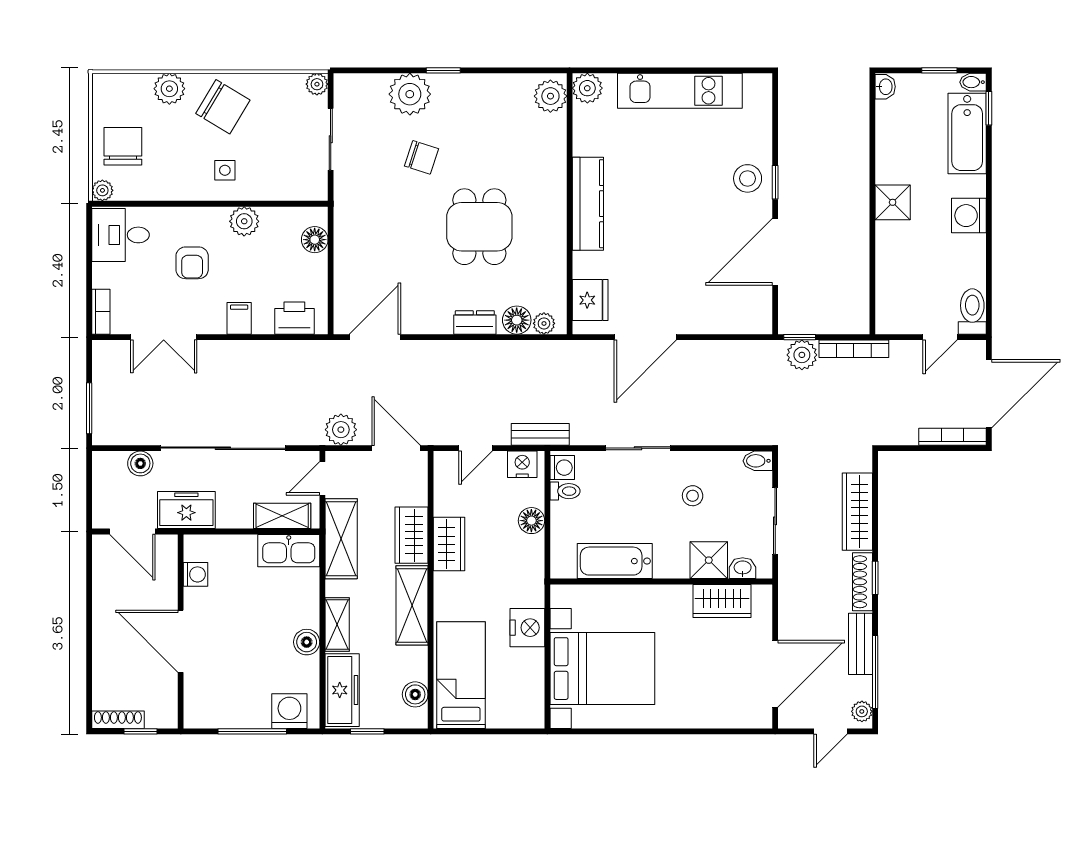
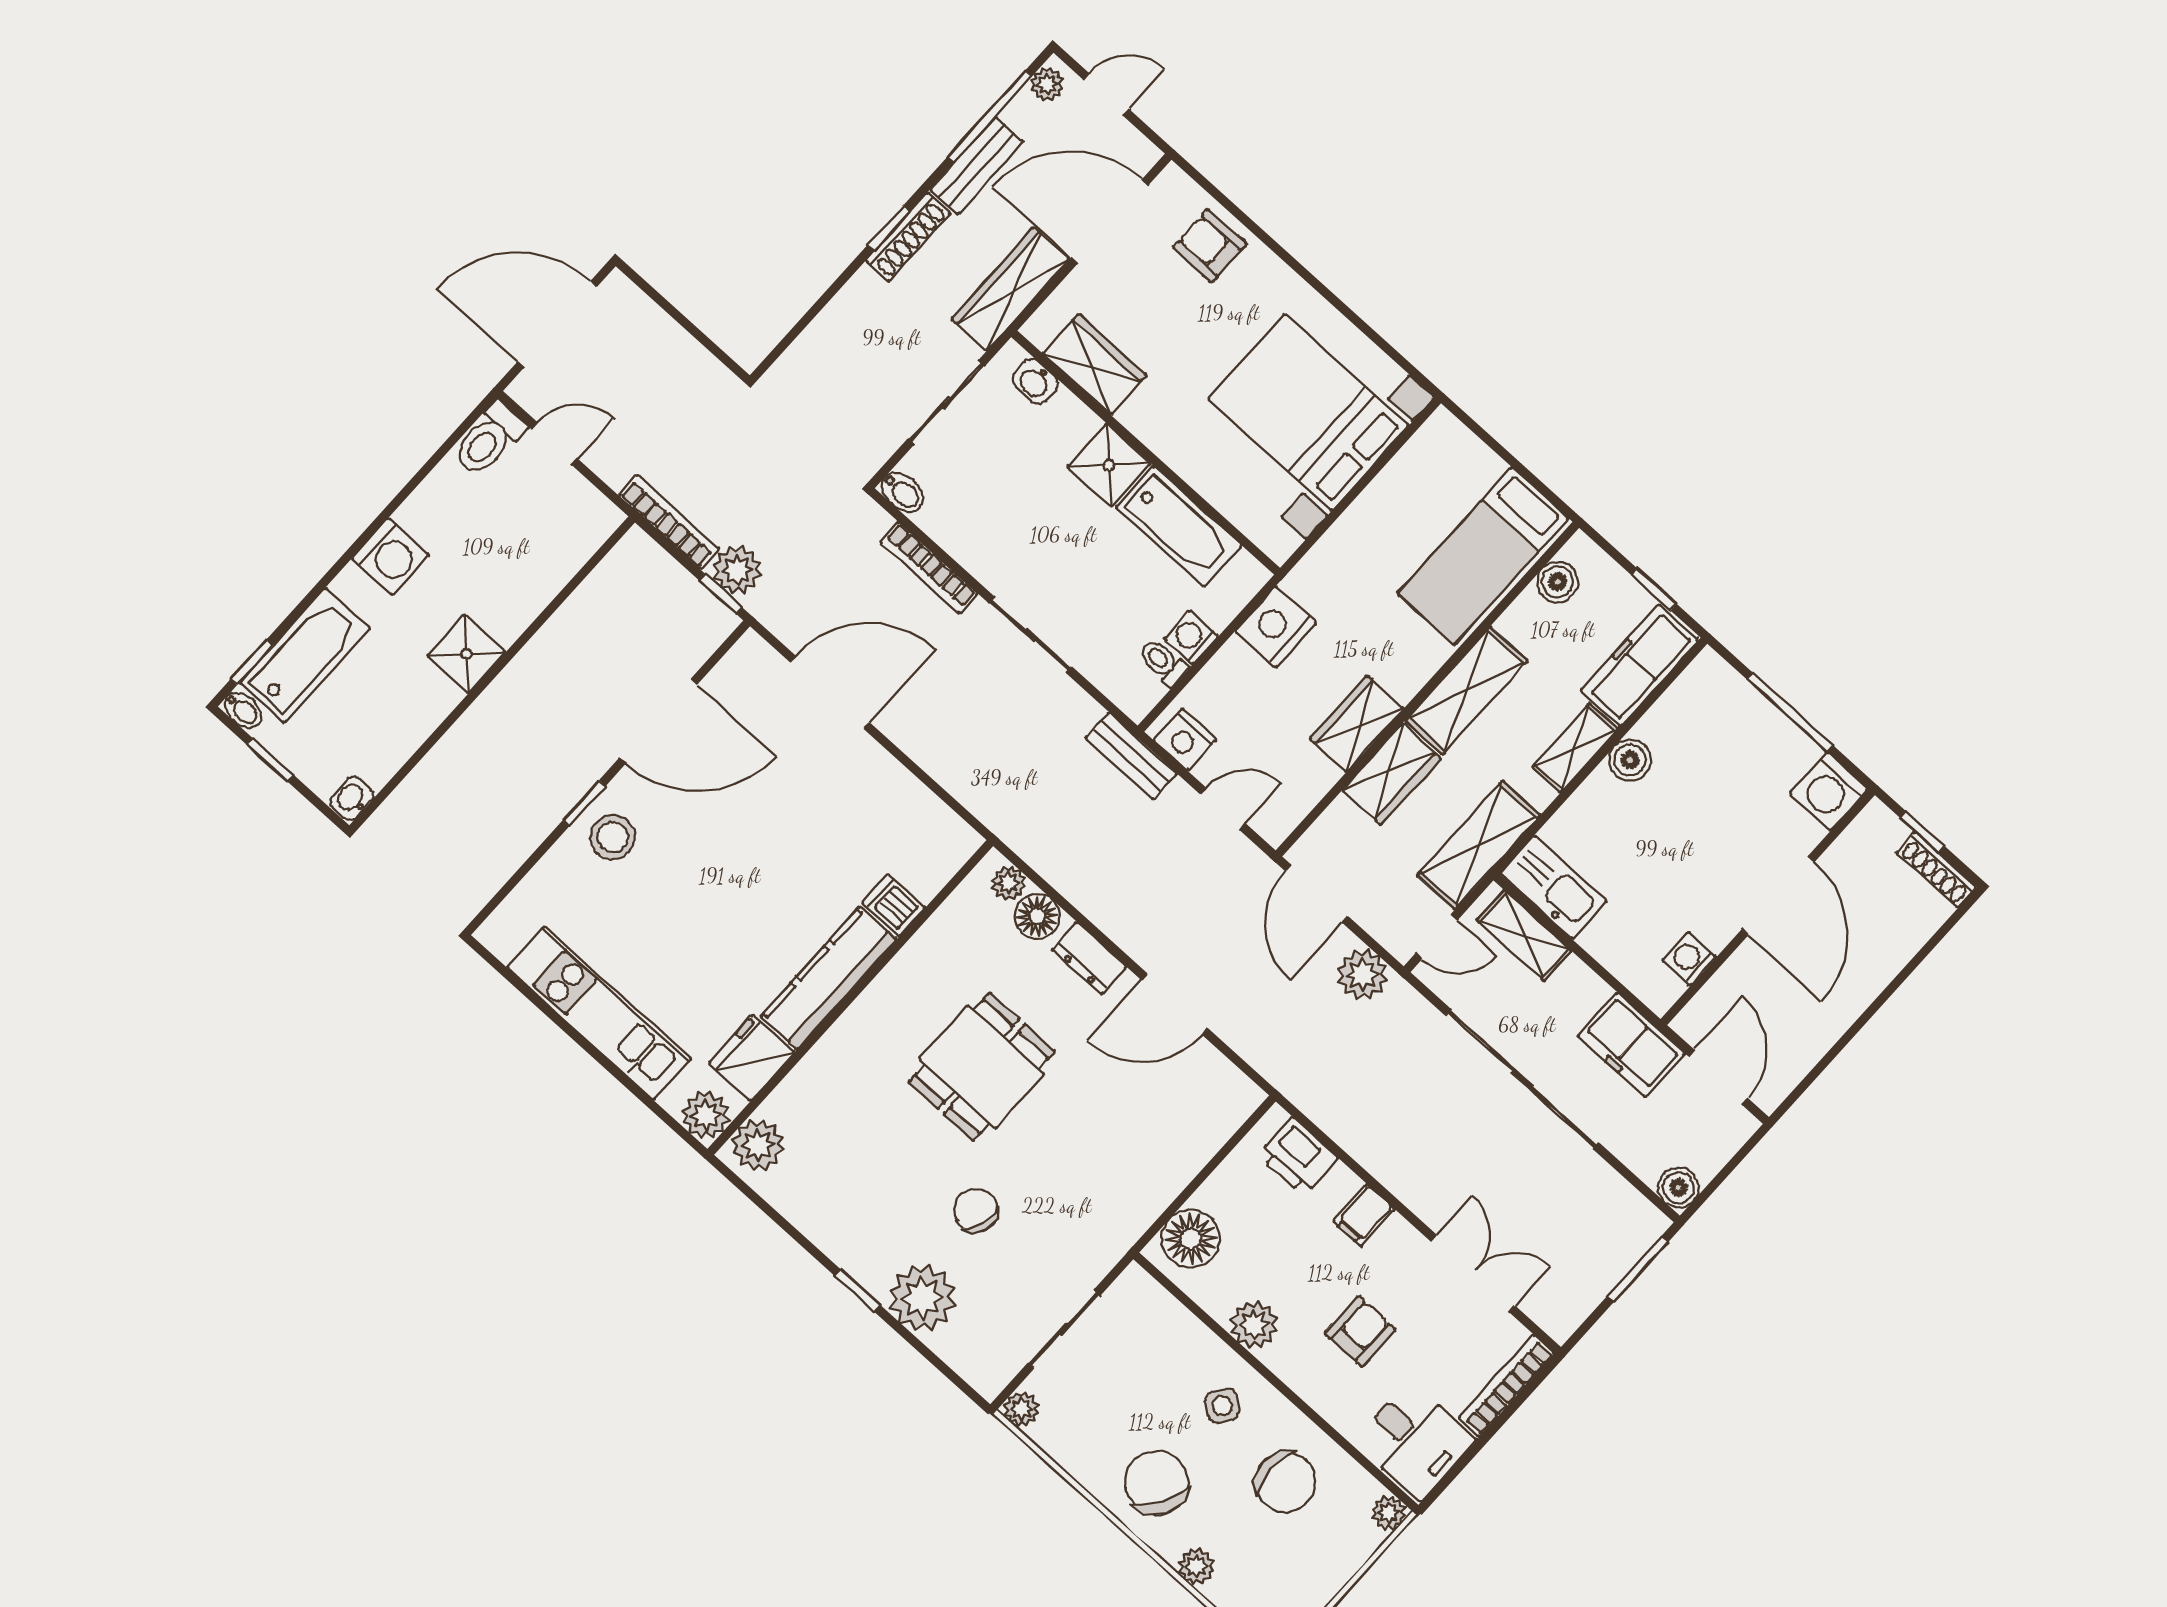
plant: (169, 89) -> (1196, 1566), width x0.73, depth x0.73
chair: (123, 146) -> (1285, 1482), moved, turned -90
side table: (225, 170) -> (1222, 1406), turned 36
floor lamp: (315, 240) -> (1191, 1239), width x1.38, depth x1.38
dishwasher: (588, 265) -> (894, 905), added
fridge: (590, 300) -> (752, 1058), moved
bookcase: (101, 312) -> (1507, 1386), width x1.56
door: (375, 337) -> (1175, 1004), moved
door: (645, 337) -> (830, 692), moved
bookcase: (952, 437) -> (929, 568), moved
boiler: (140, 463) -> (1678, 1188), moved
washing machine: (562, 468) -> (1191, 637), moved
stool: (693, 496) -> (1017, 521), removed
wardrobe: (857, 512) -> (1011, 289), moved, turned 180
floor lamp: (531, 521) -> (1234, 663), removed
shower: (709, 560) -> (1109, 465), moved
nightstand: (527, 628) -> (1276, 627), moved
armchair: (718, 705) -> (1210, 246), added
washing machine: (289, 711) -> (1829, 791), moved

